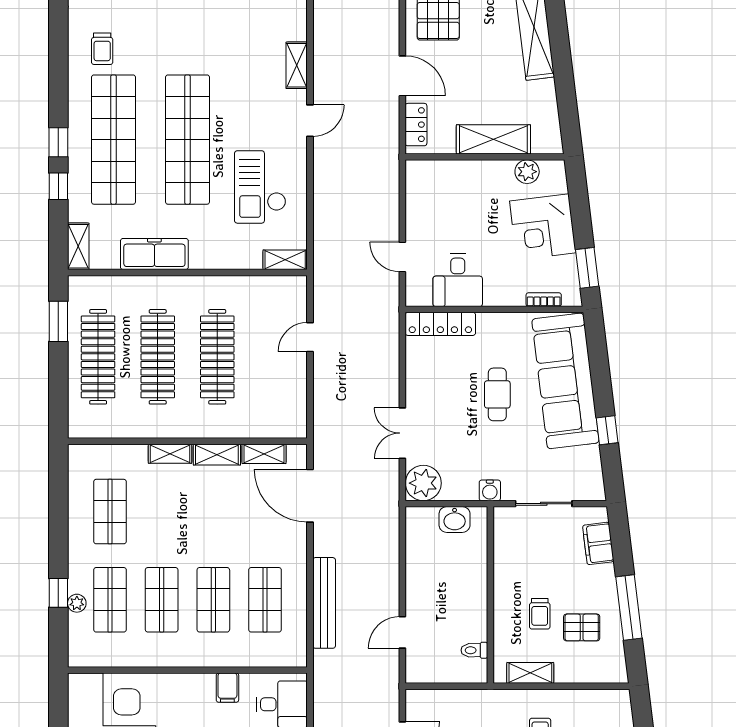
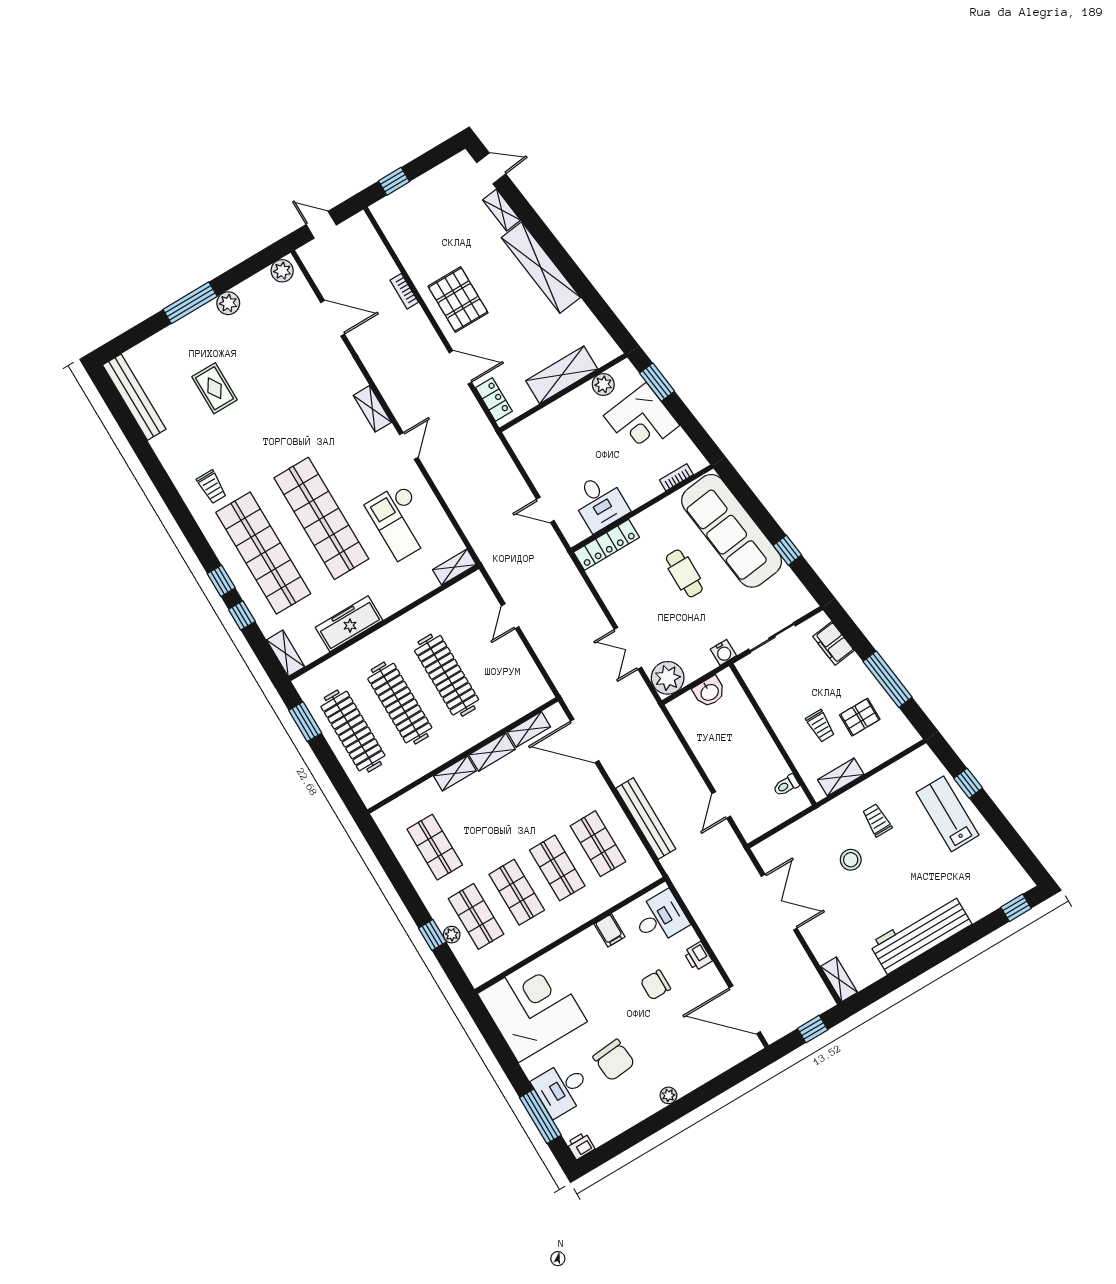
window: (587, 268) -> (657, 382), moved

